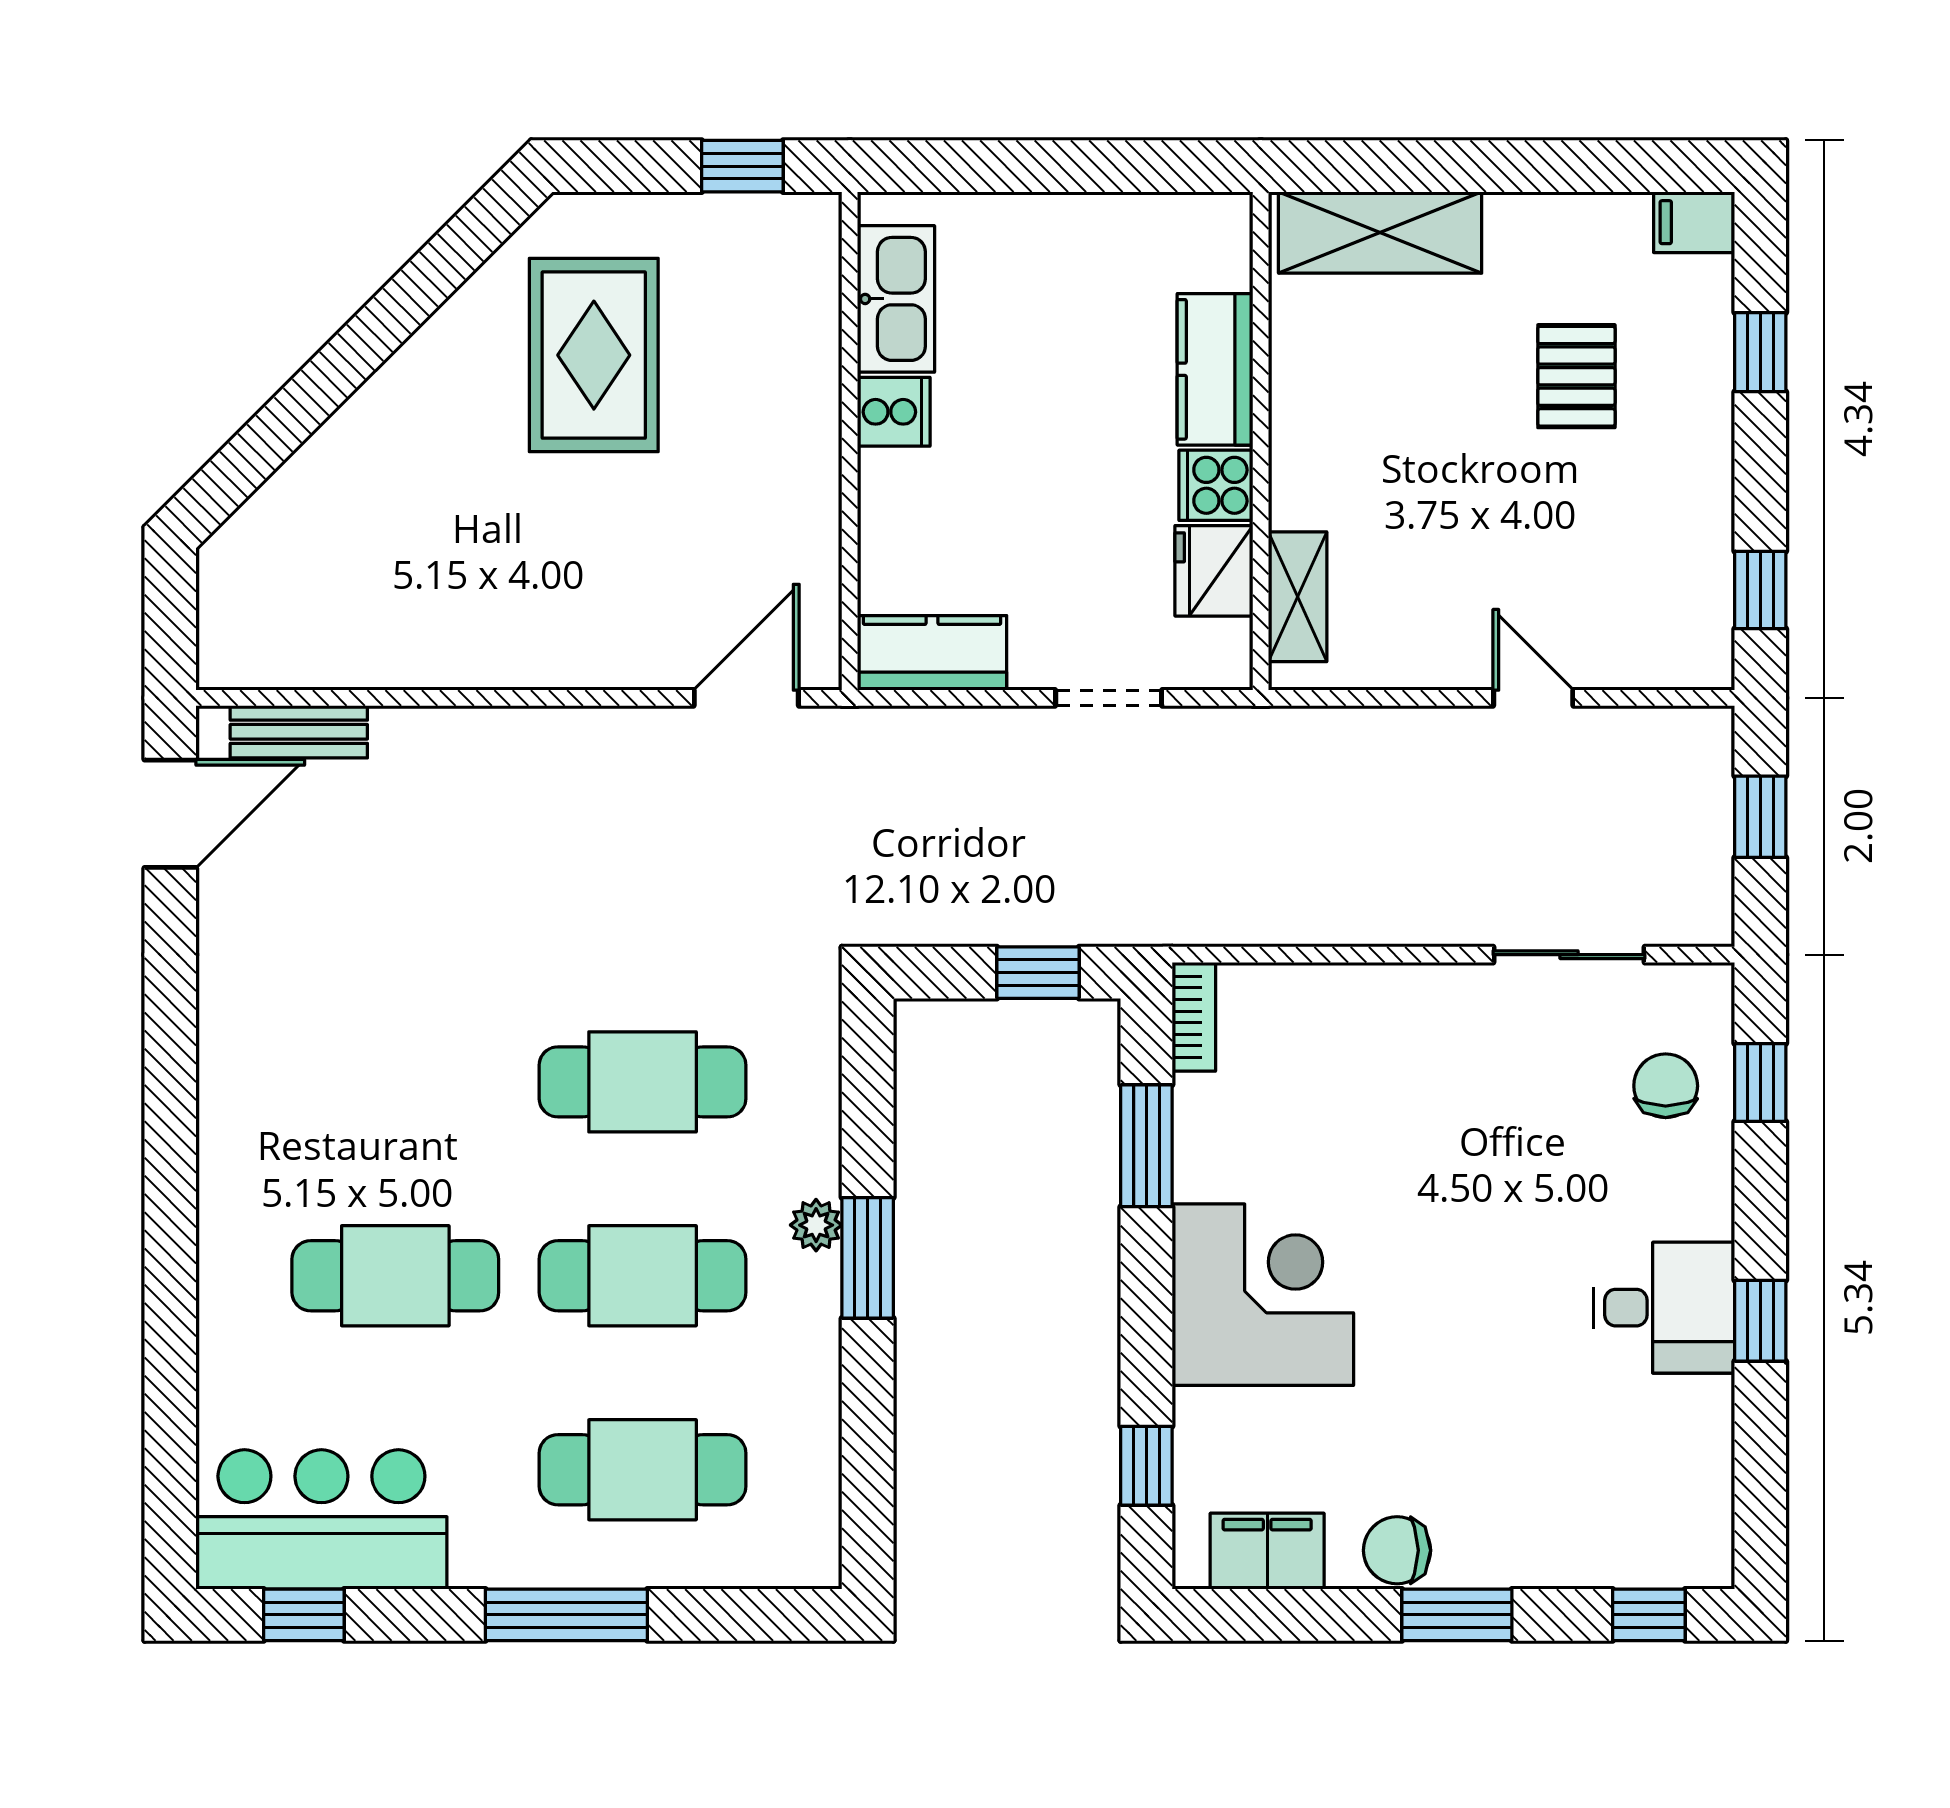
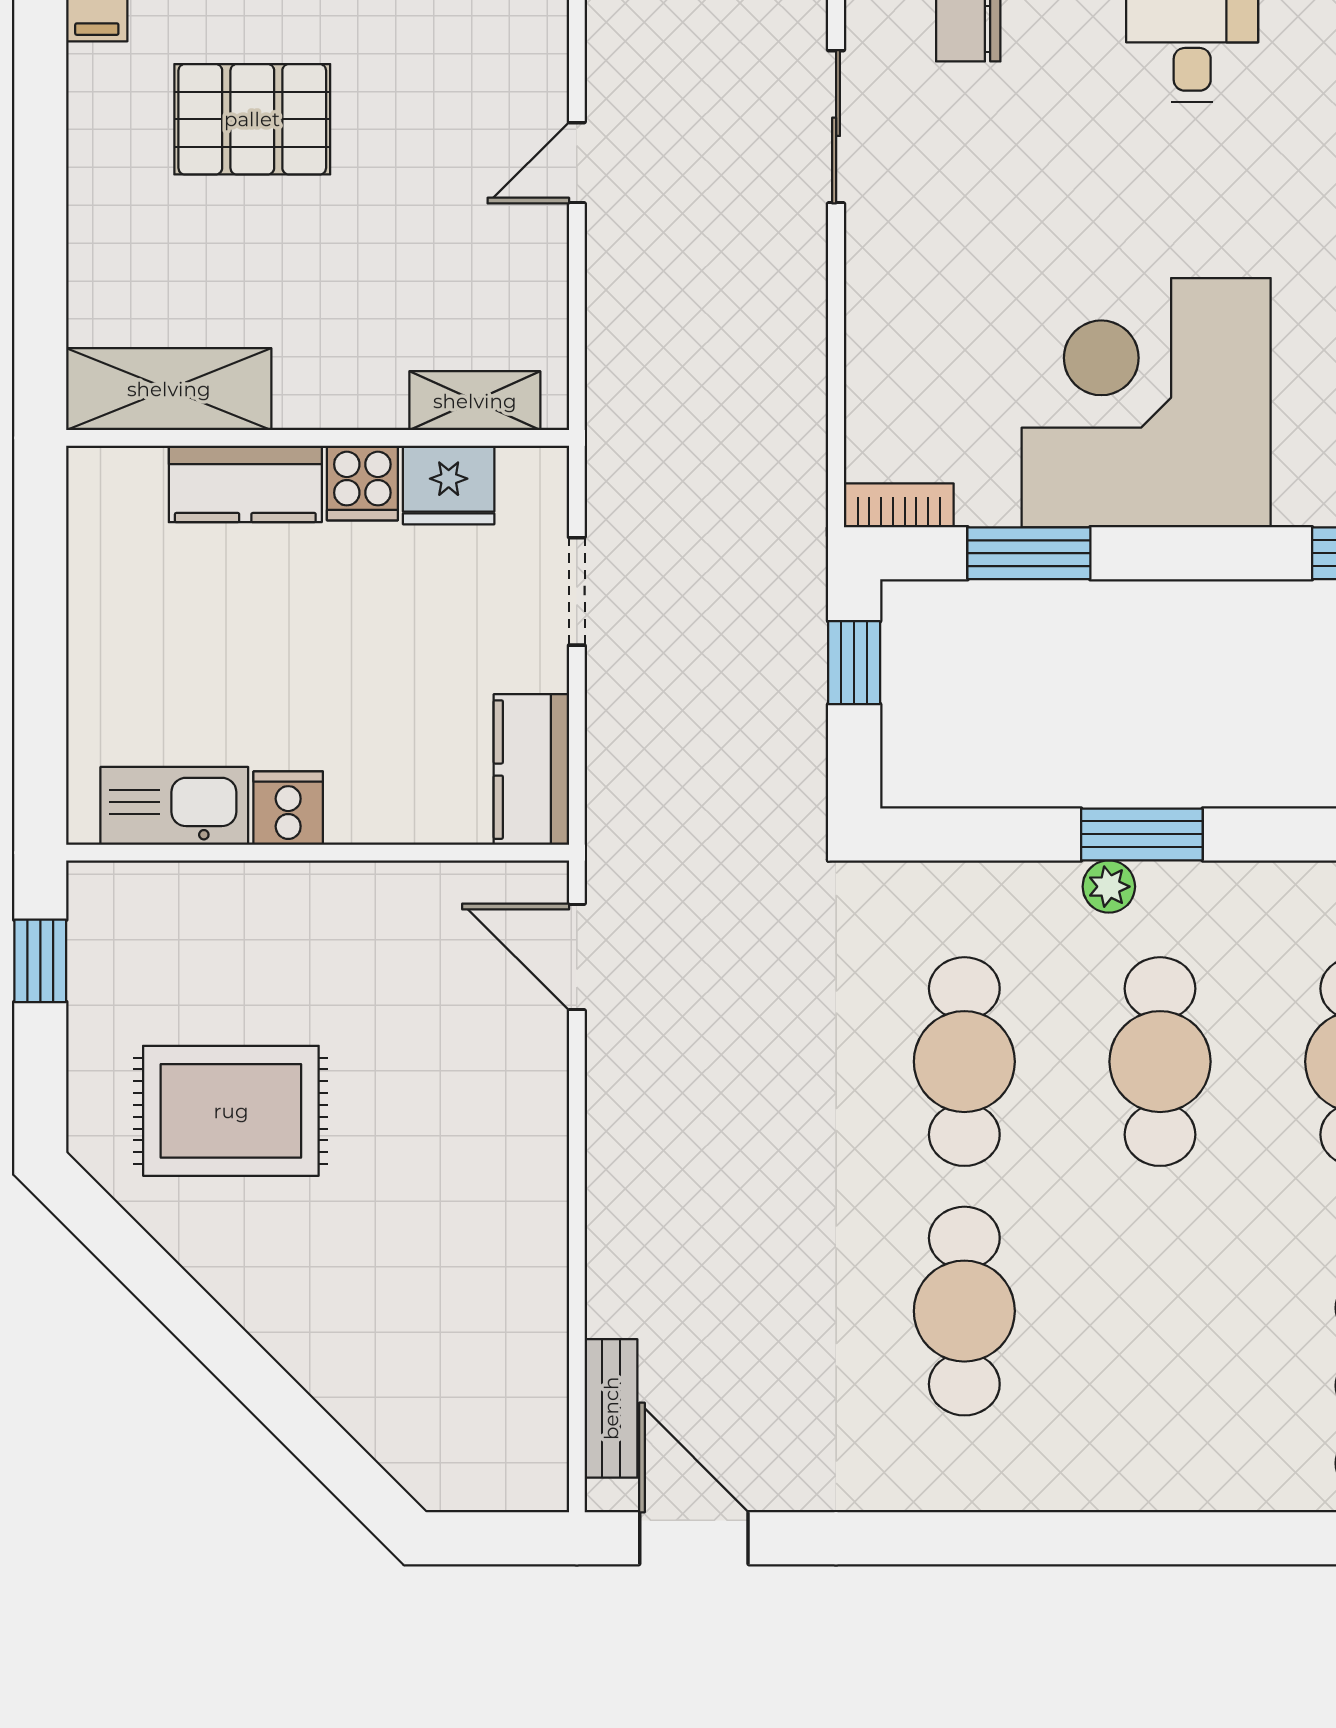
shelving: (1380, 232) -> (169, 389), moved, turned 90
pallet: (1576, 376) -> (252, 119), width x1.50, depth x1.42
cafe table: (395, 1276) -> (964, 1311), moved
corner desk: (1263, 1295) -> (1146, 403), width x1.36, depth x1.36

